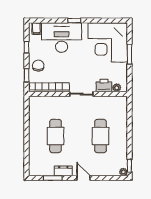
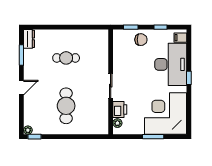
bookcase: (49, 87) -> (118, 51), removed
cafe table: (55, 136) -> (66, 58), width x0.73, depth x0.74
cafe table: (100, 136) -> (66, 106), turned 90
dresser: (63, 171) -> (29, 39), moved

